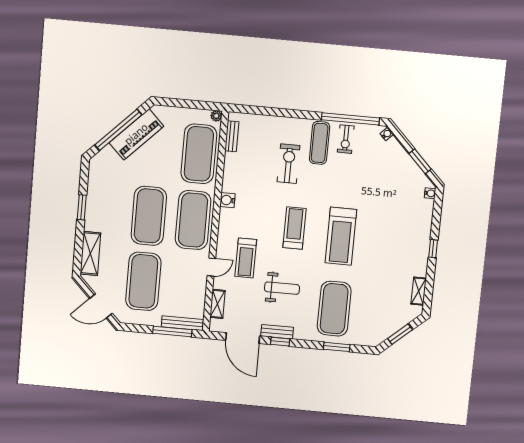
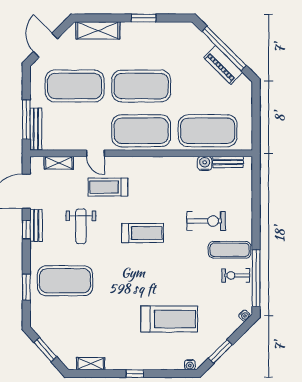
plant: (216, 116) -> (247, 145), removed
piano: (136, 134) -> (223, 65), width x0.73, depth x0.75
water cooler: (227, 200) -> (205, 163), moved
treadmill: (341, 236) -> (169, 319), moved, turned 180

